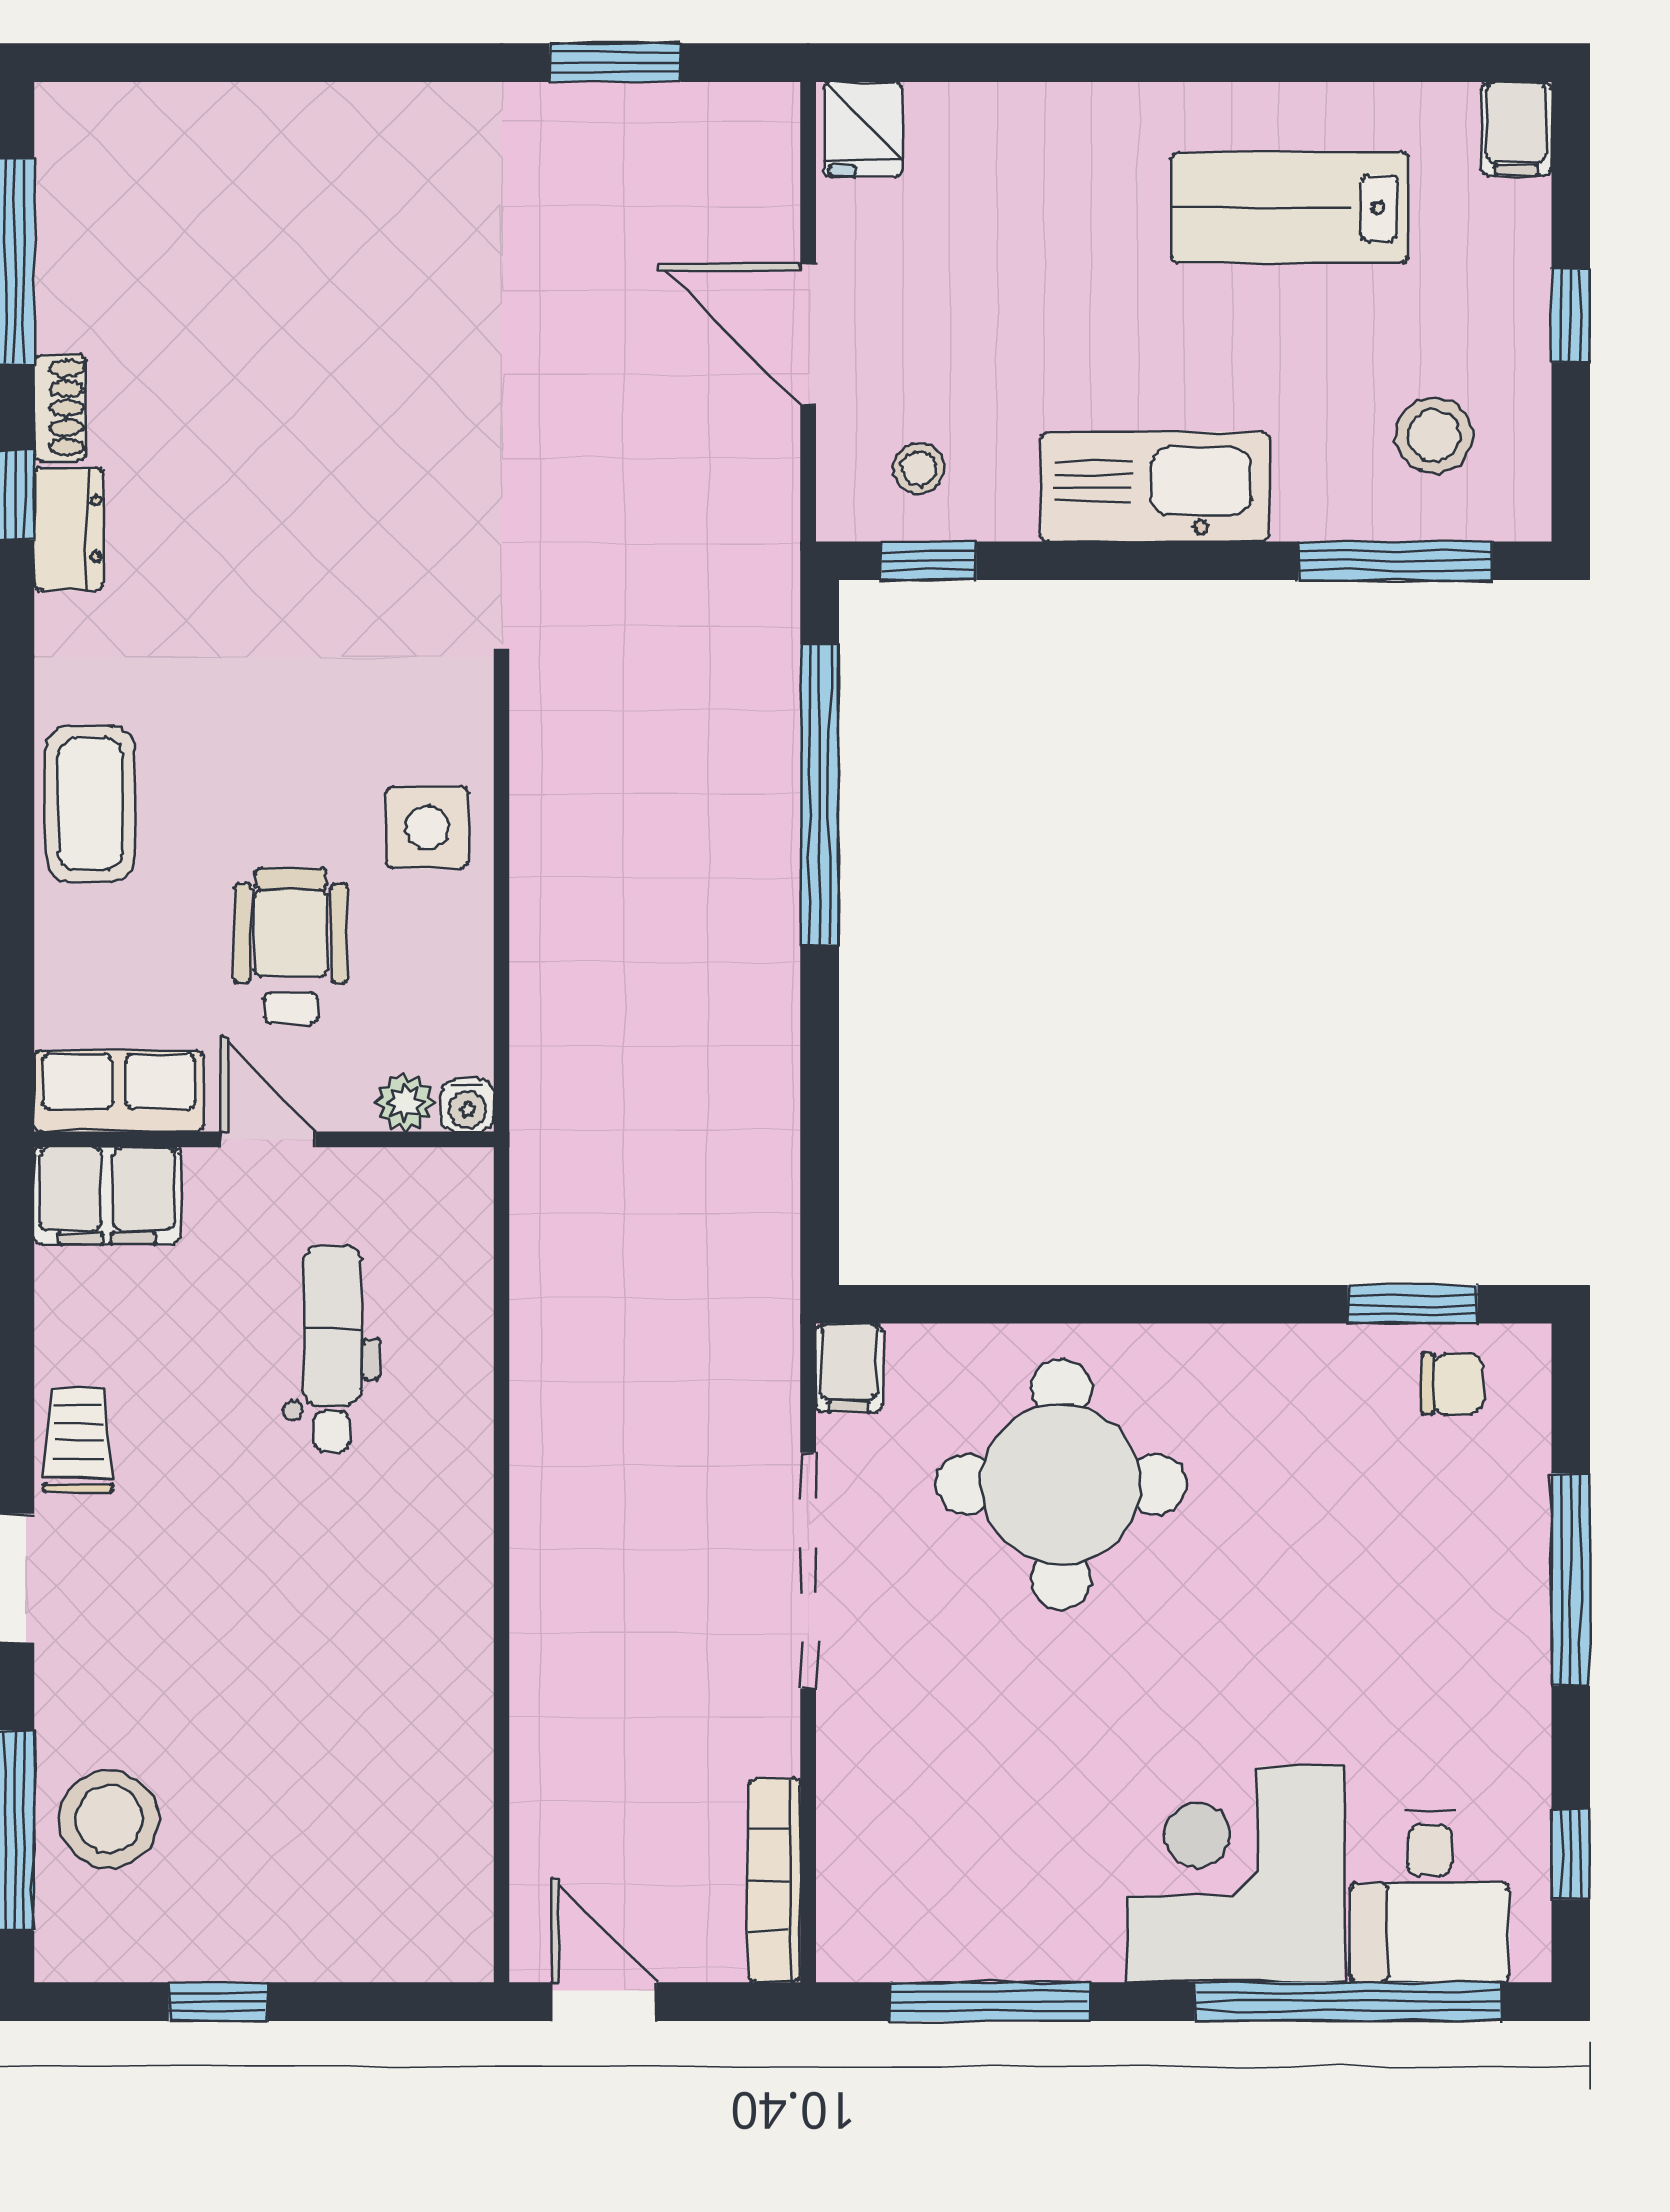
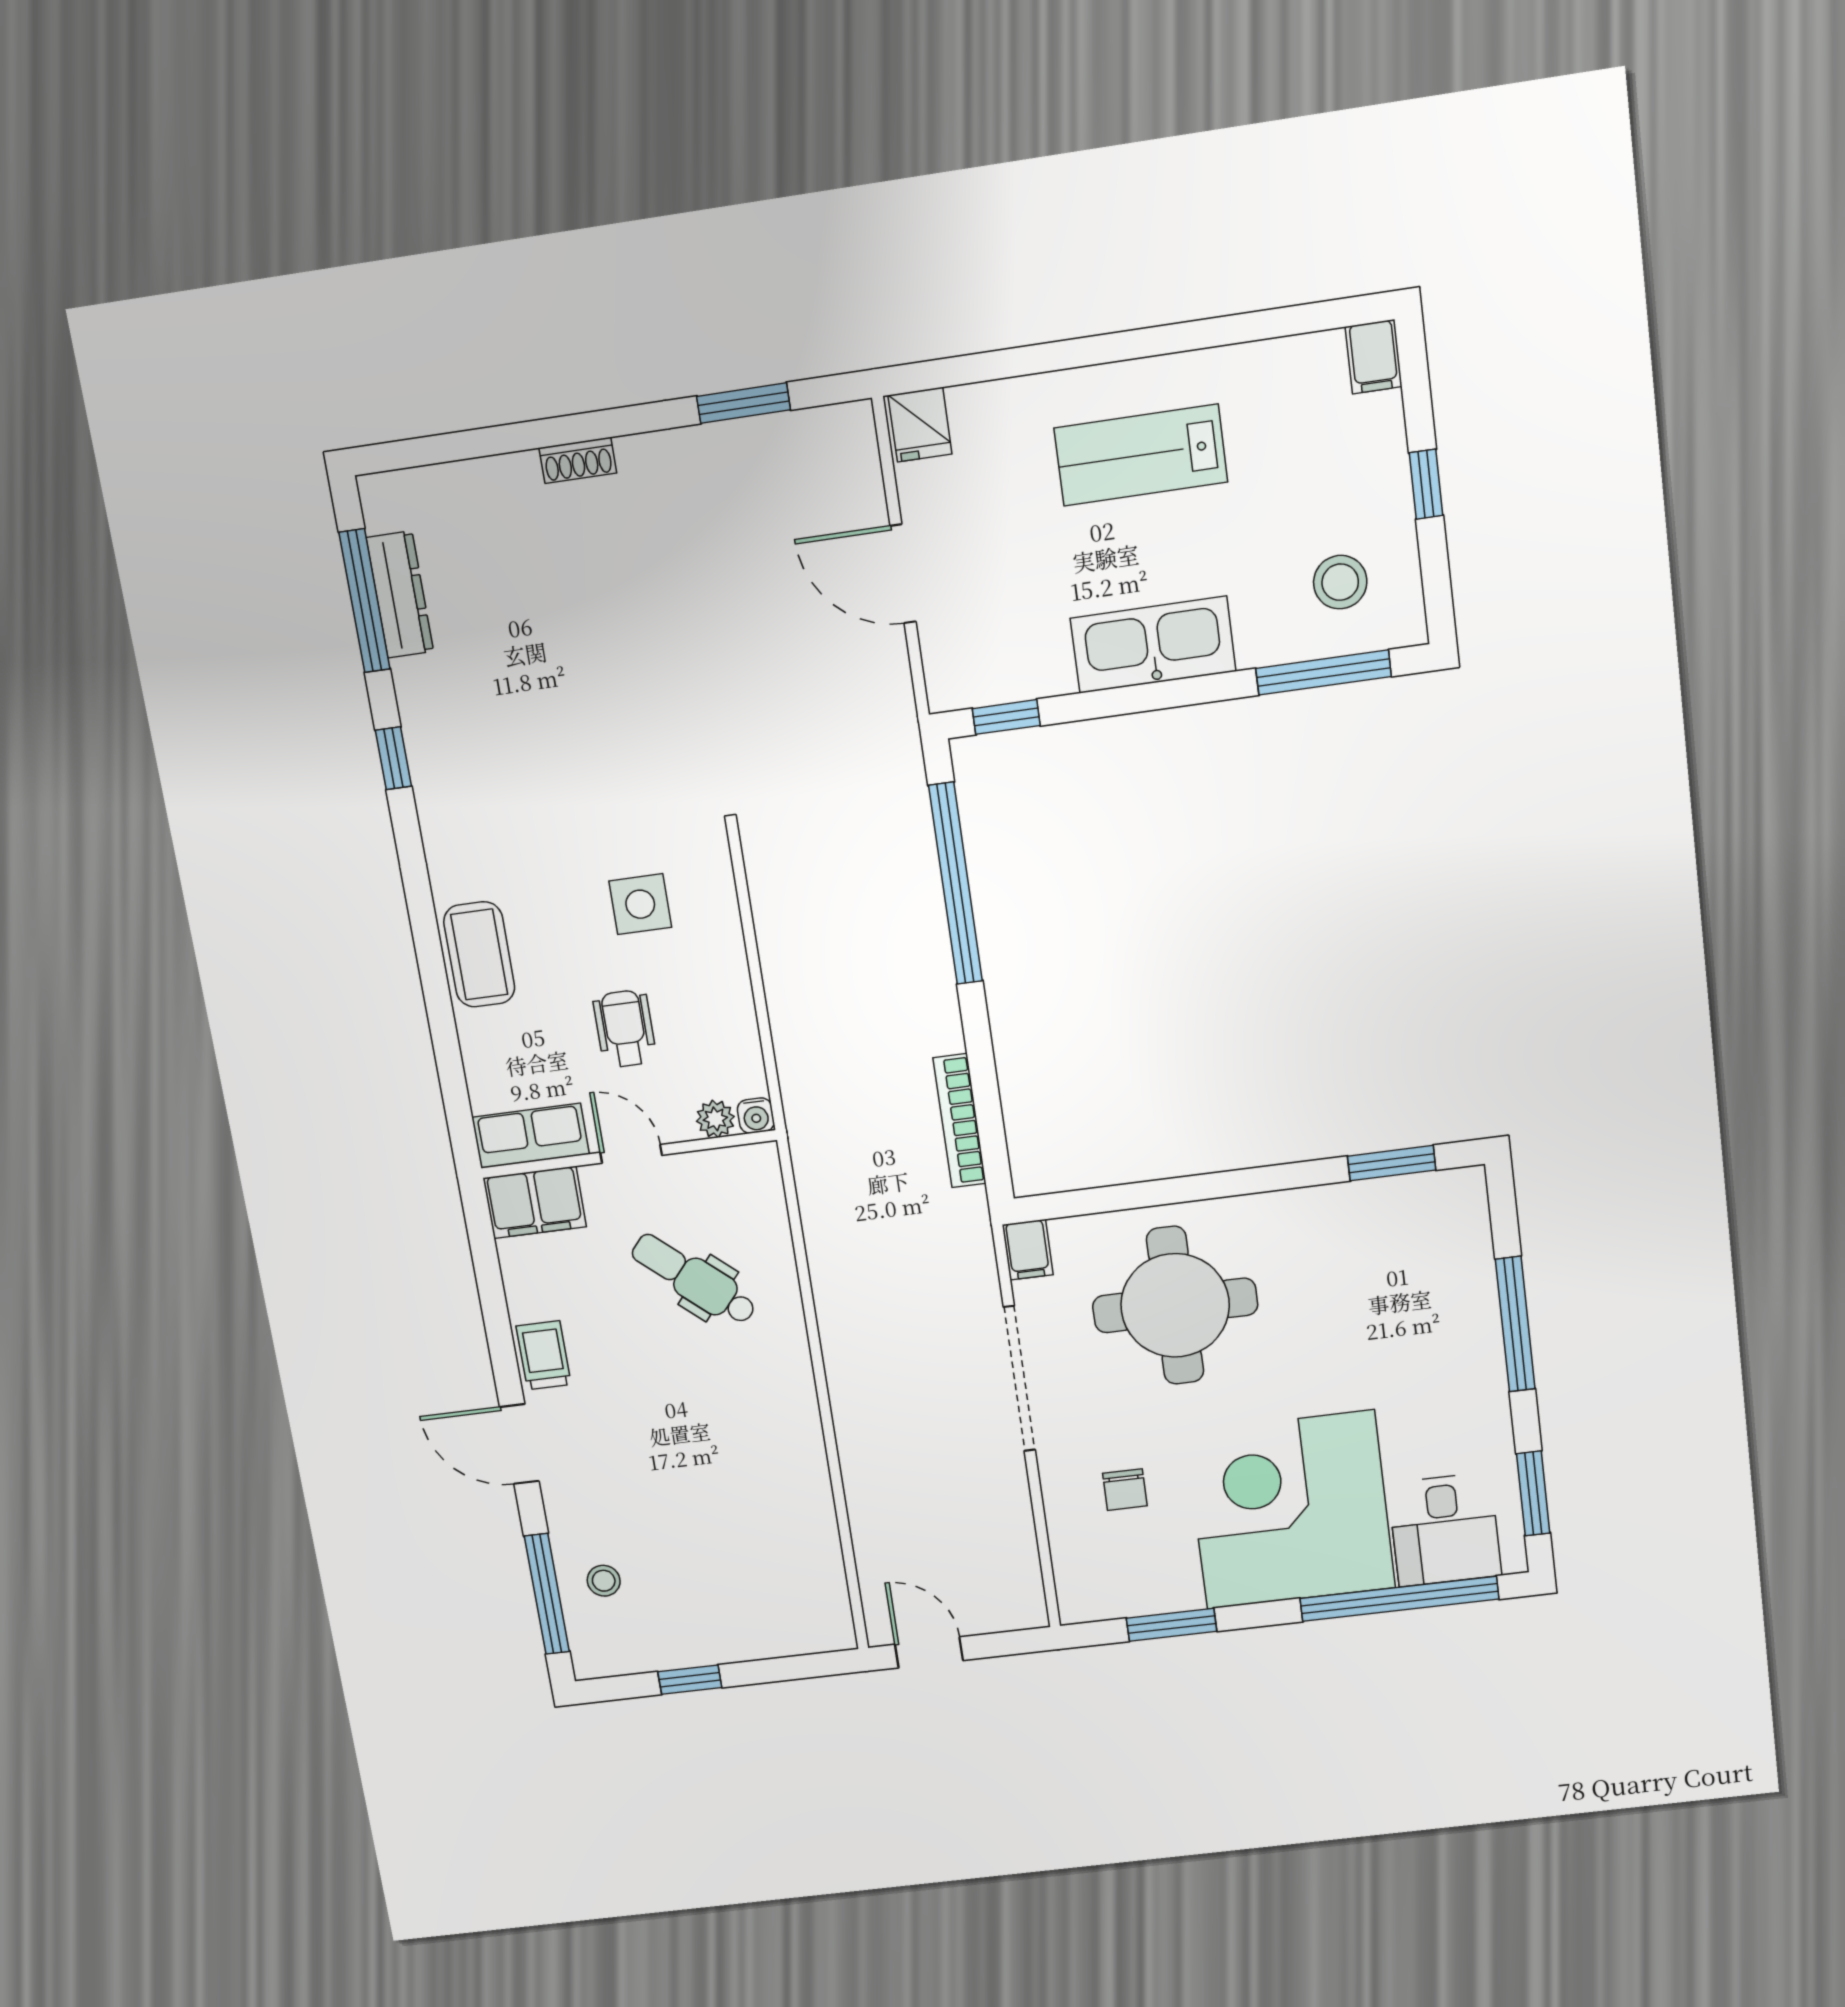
lab bench: (1290, 208) -> (1141, 455), moved
shoe rack: (60, 408) -> (578, 460), moved, turned 90
stool: (919, 468) -> (991, 655), removed
dresser: (69, 529) -> (400, 595), moved, width x1.44
side table: (427, 828) -> (640, 904), moved
wheelchair: (291, 946) -> (625, 1029), width x0.73, depth x0.73
dental chair: (332, 1349) -> (694, 1279), turned -49
chair: (1453, 1384) -> (1125, 1490), moved, turned 90
stool: (109, 1819) -> (604, 1581), width x0.53, depth x0.53
window: (1571, 1854) -> (1533, 1493), width x1.50
corner desk: (1236, 1874) -> (1290, 1510), width x1.36, depth x1.36
bookcase: (774, 1880) -> (960, 1121), moved
window: (990, 2002) -> (1171, 1625), width x0.69

